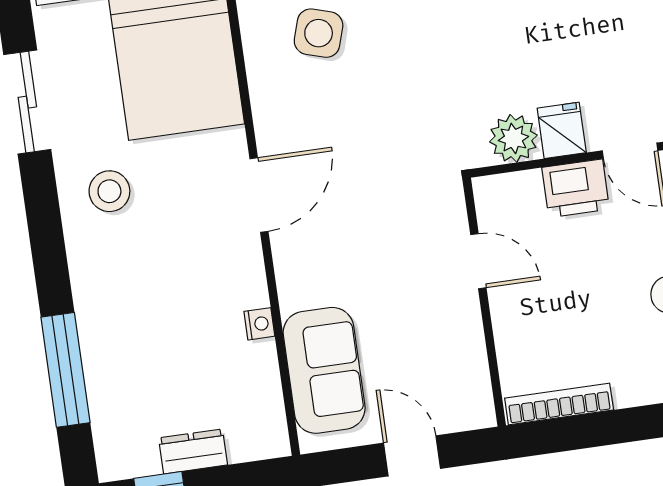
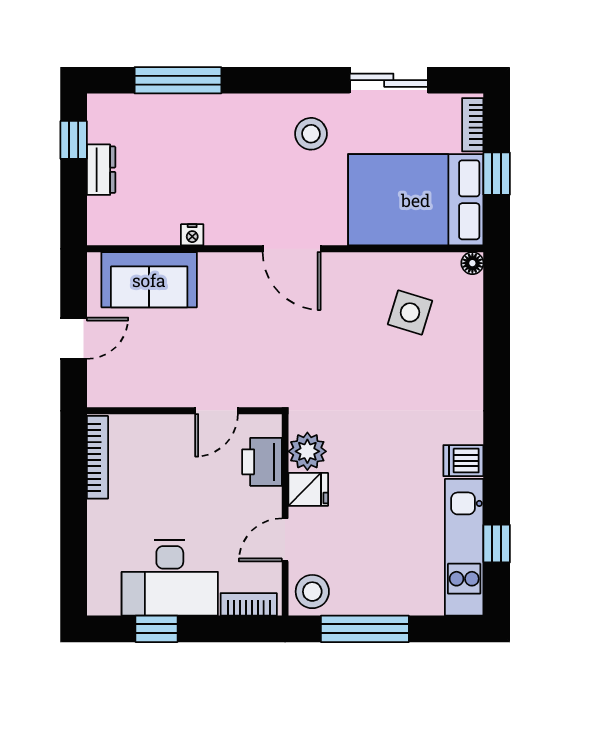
printer: (576, 188) -> (262, 462), moved

